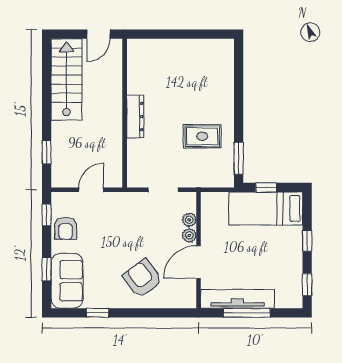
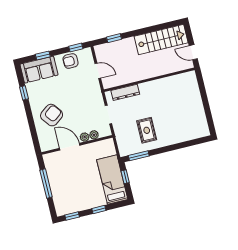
dresser: (135, 117) -> (125, 92), moved
tv unit: (238, 299) -> (53, 176), removed

